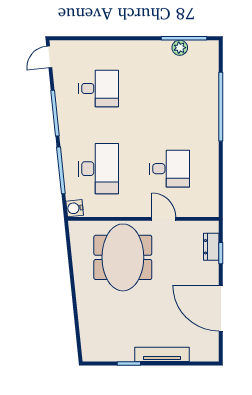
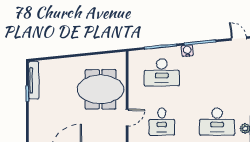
desk: (98, 88) -> (217, 122), moved, width x1.37
water cooler: (75, 208) -> (187, 51), moved
tv unit: (162, 354) -> (34, 80), moved

